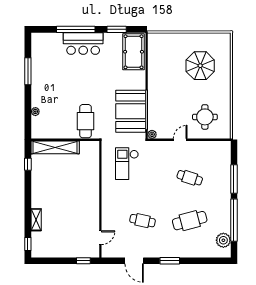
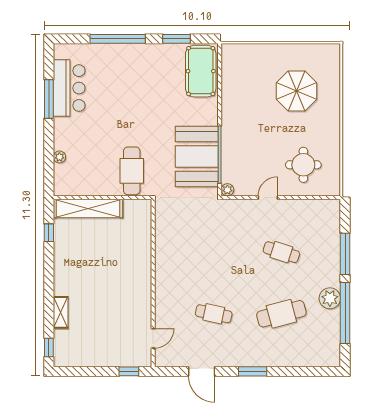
bar counter: (83, 44) -> (69, 88), moved, turned -90
checkout: (127, 164) -> (191, 232), removed
plant: (223, 240) -> (330, 298), moved

